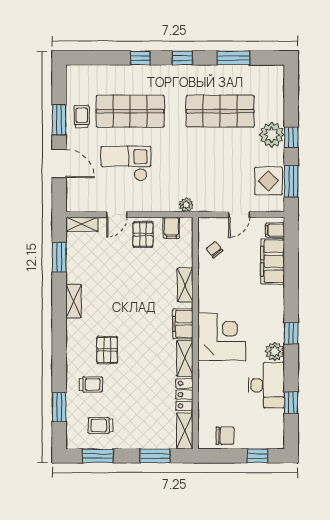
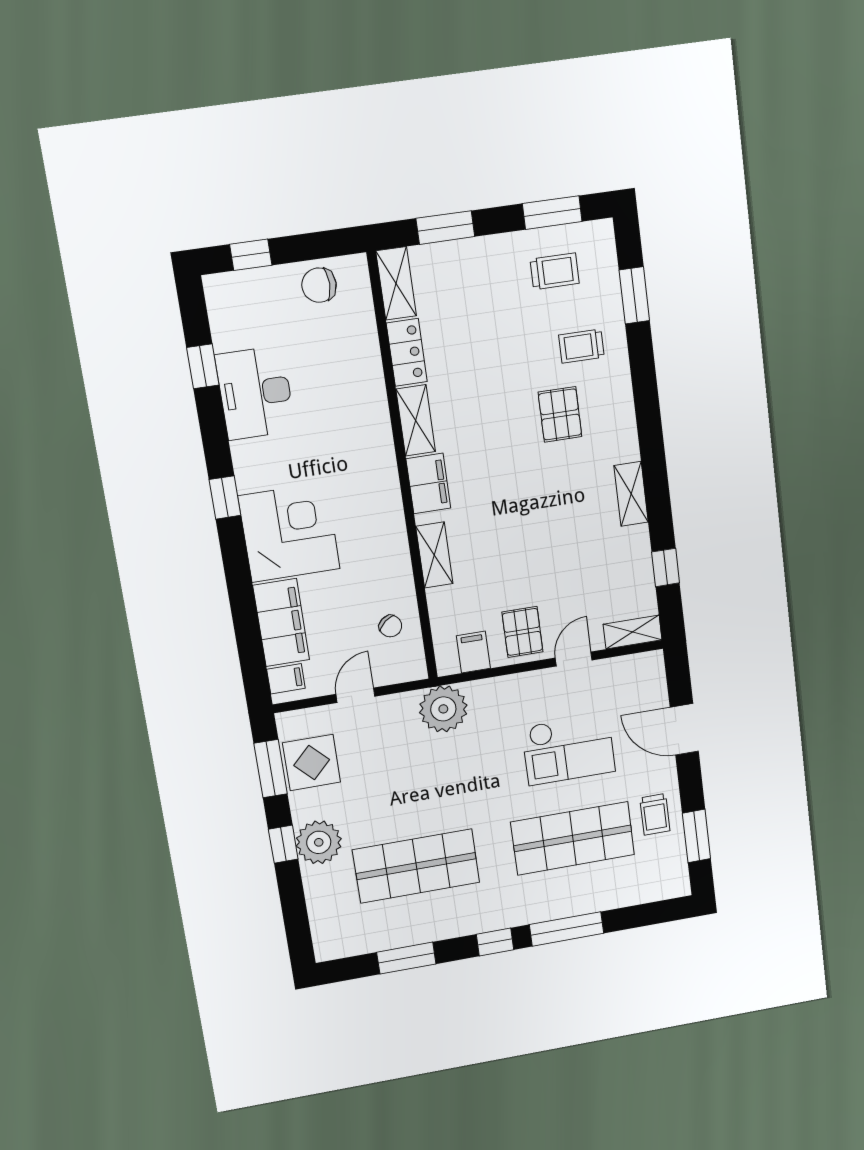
window: (140, 58) -> (567, 929), width x2.17
window: (59, 120) -> (696, 836), moved
plant: (186, 205) -> (443, 709), width x1.88, depth x1.88
window: (59, 257) -> (666, 567), width x0.67
corner desk: (222, 337) -> (289, 532), moved, turned 180
plant: (275, 351) -> (250, 459), removed

